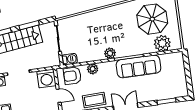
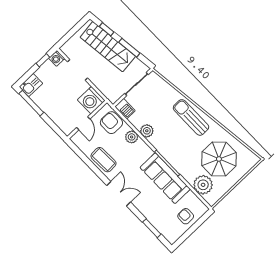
sun lounger: (109, 18) -> (191, 117), added
plant: (110, 53) -> (147, 131), moved
armchair: (175, 71) -> (186, 216), added

